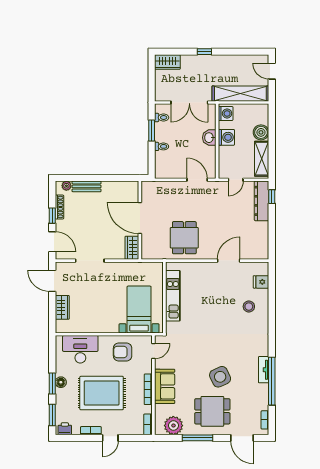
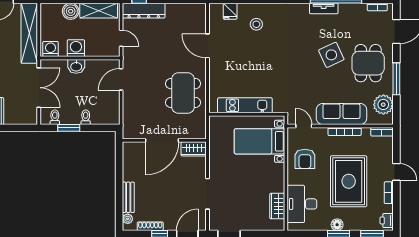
dining table: (184, 238) -> (183, 93), width x1.38
wardrobe: (62, 307) -> (277, 206), moved, turned -90
sofa: (165, 386) -> (341, 114), width x1.36

